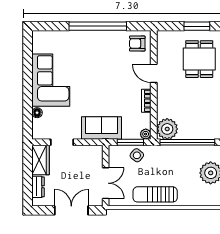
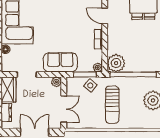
plant: (97, 151) -> (56, 82), added
sun lounger: (155, 194) -> (112, 105), moved, turned -90

